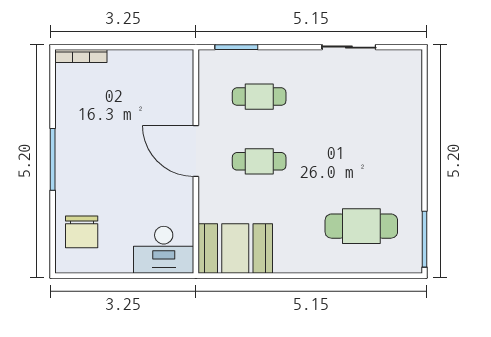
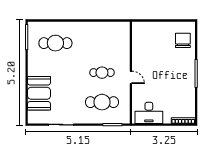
cafe table: (259, 97) -> (102, 102), width x1.37, depth x1.35
door: (196, 151) -> (131, 77), width x0.53
booth: (235, 248) -> (39, 93), moved, turned 90
desk: (164, 250) -> (149, 113), moved, turned 180

